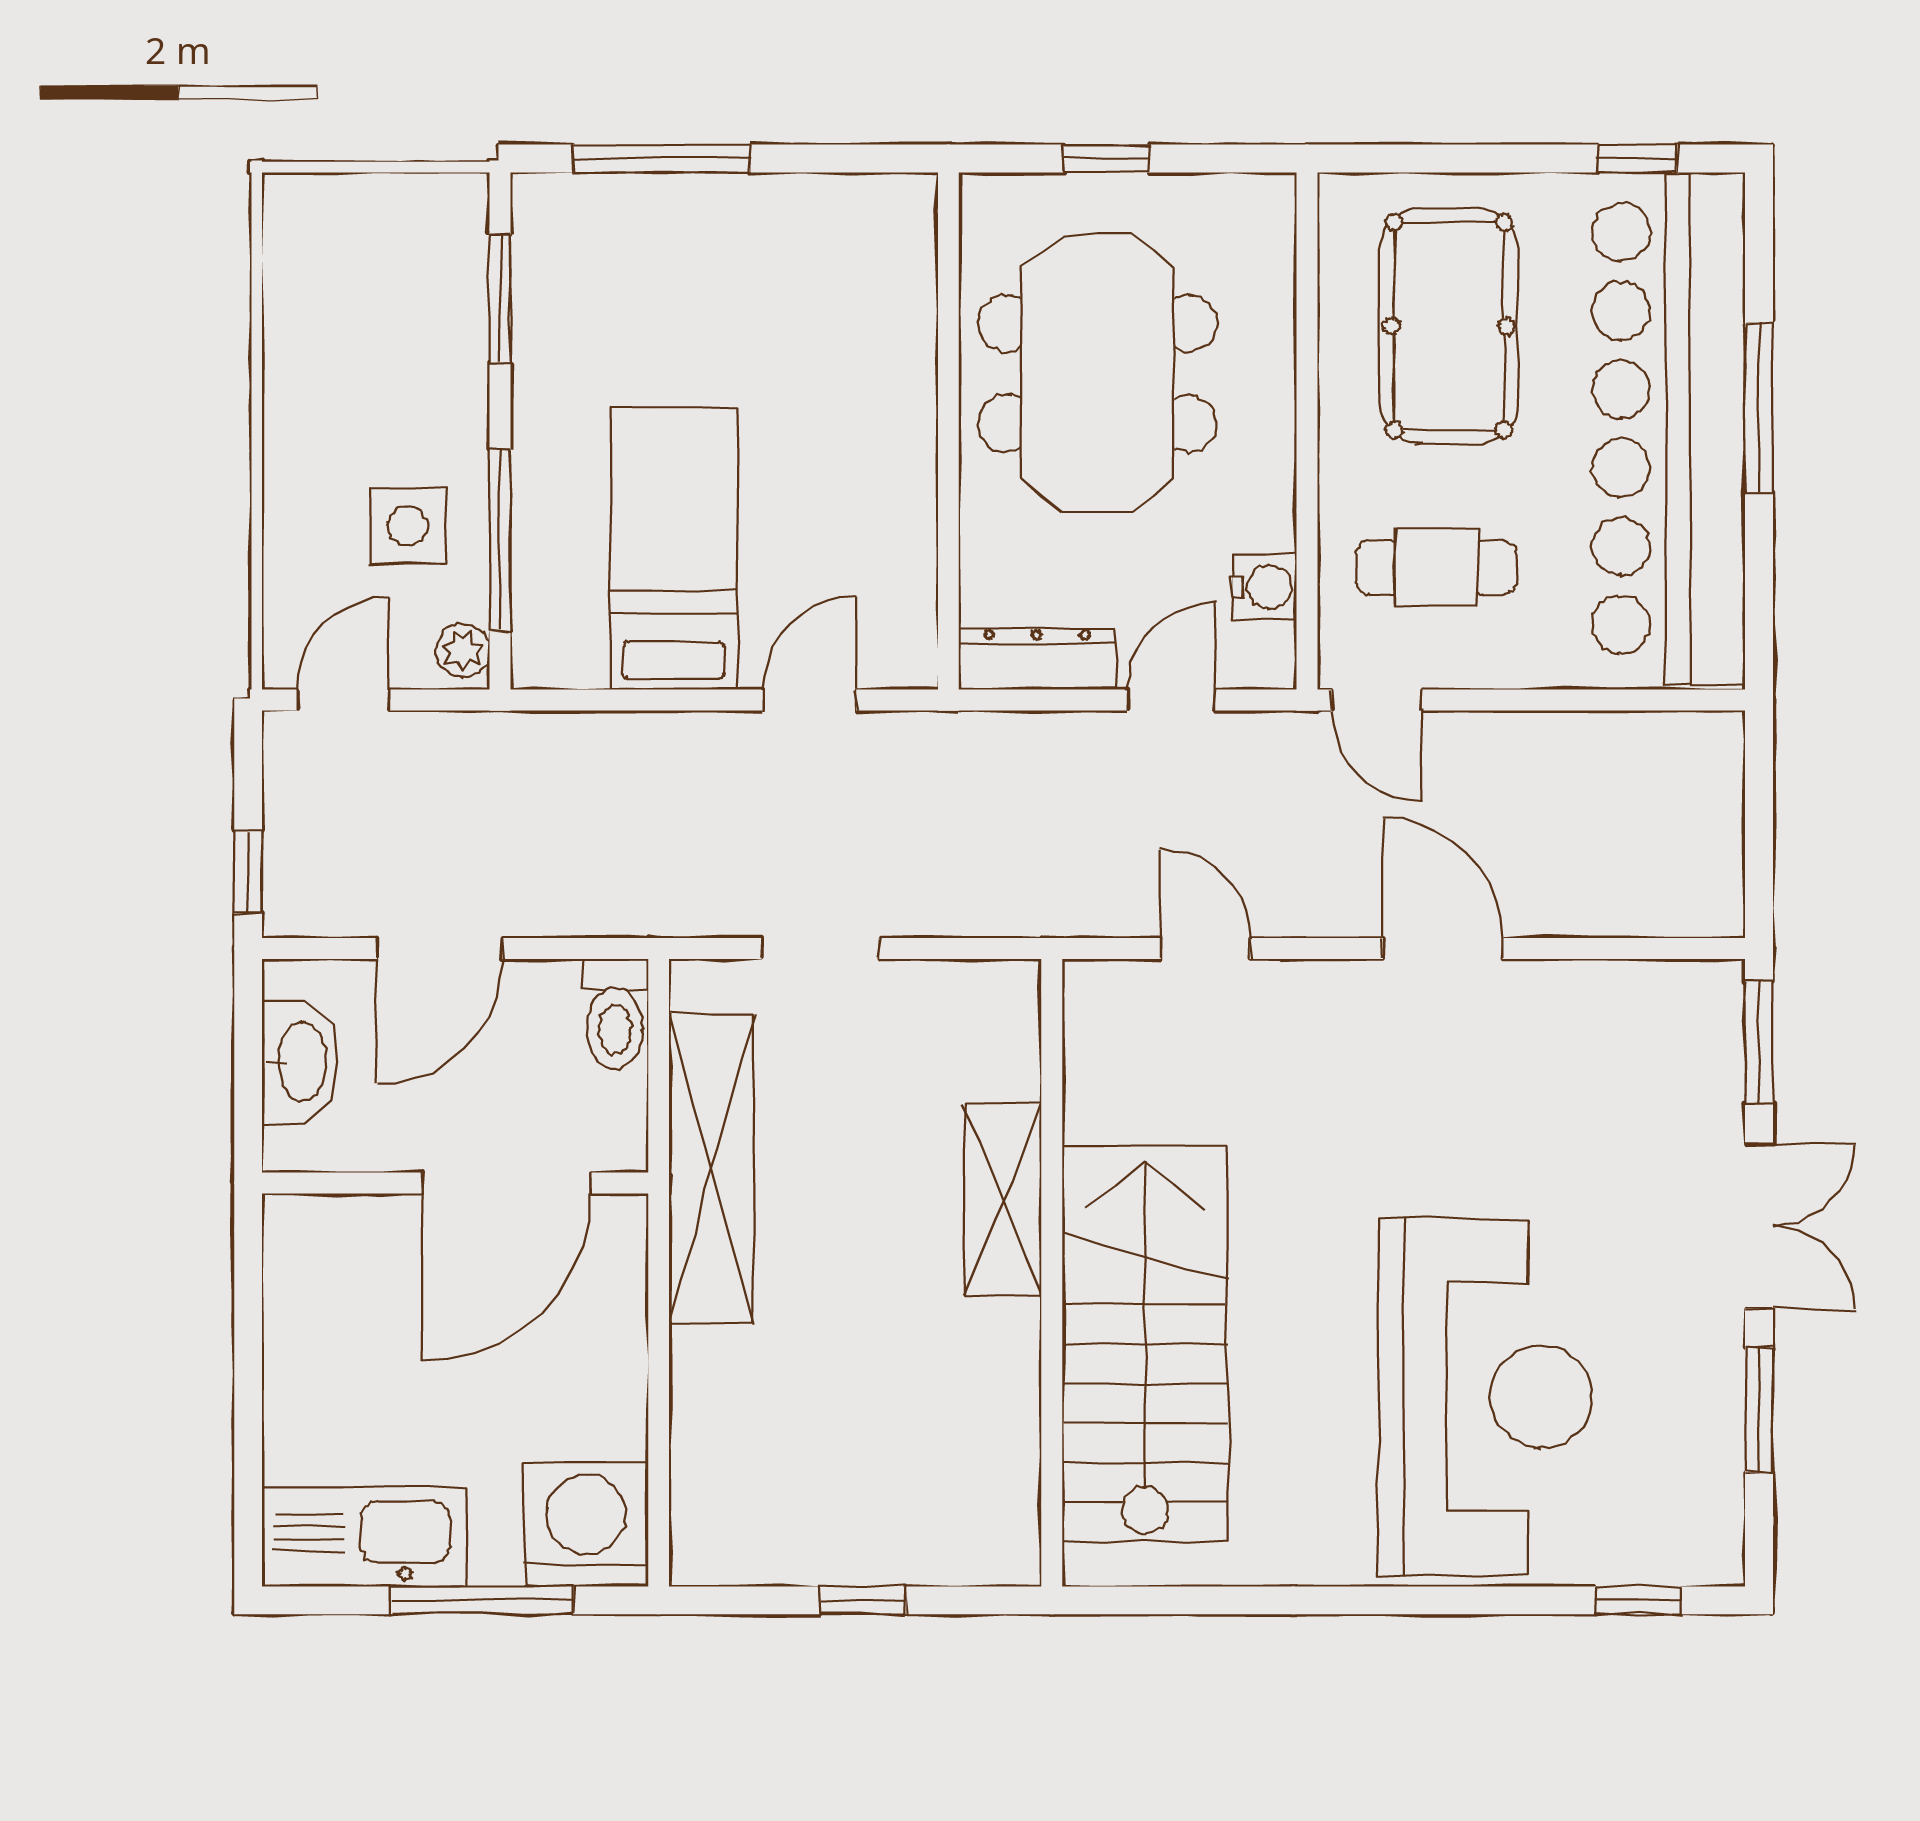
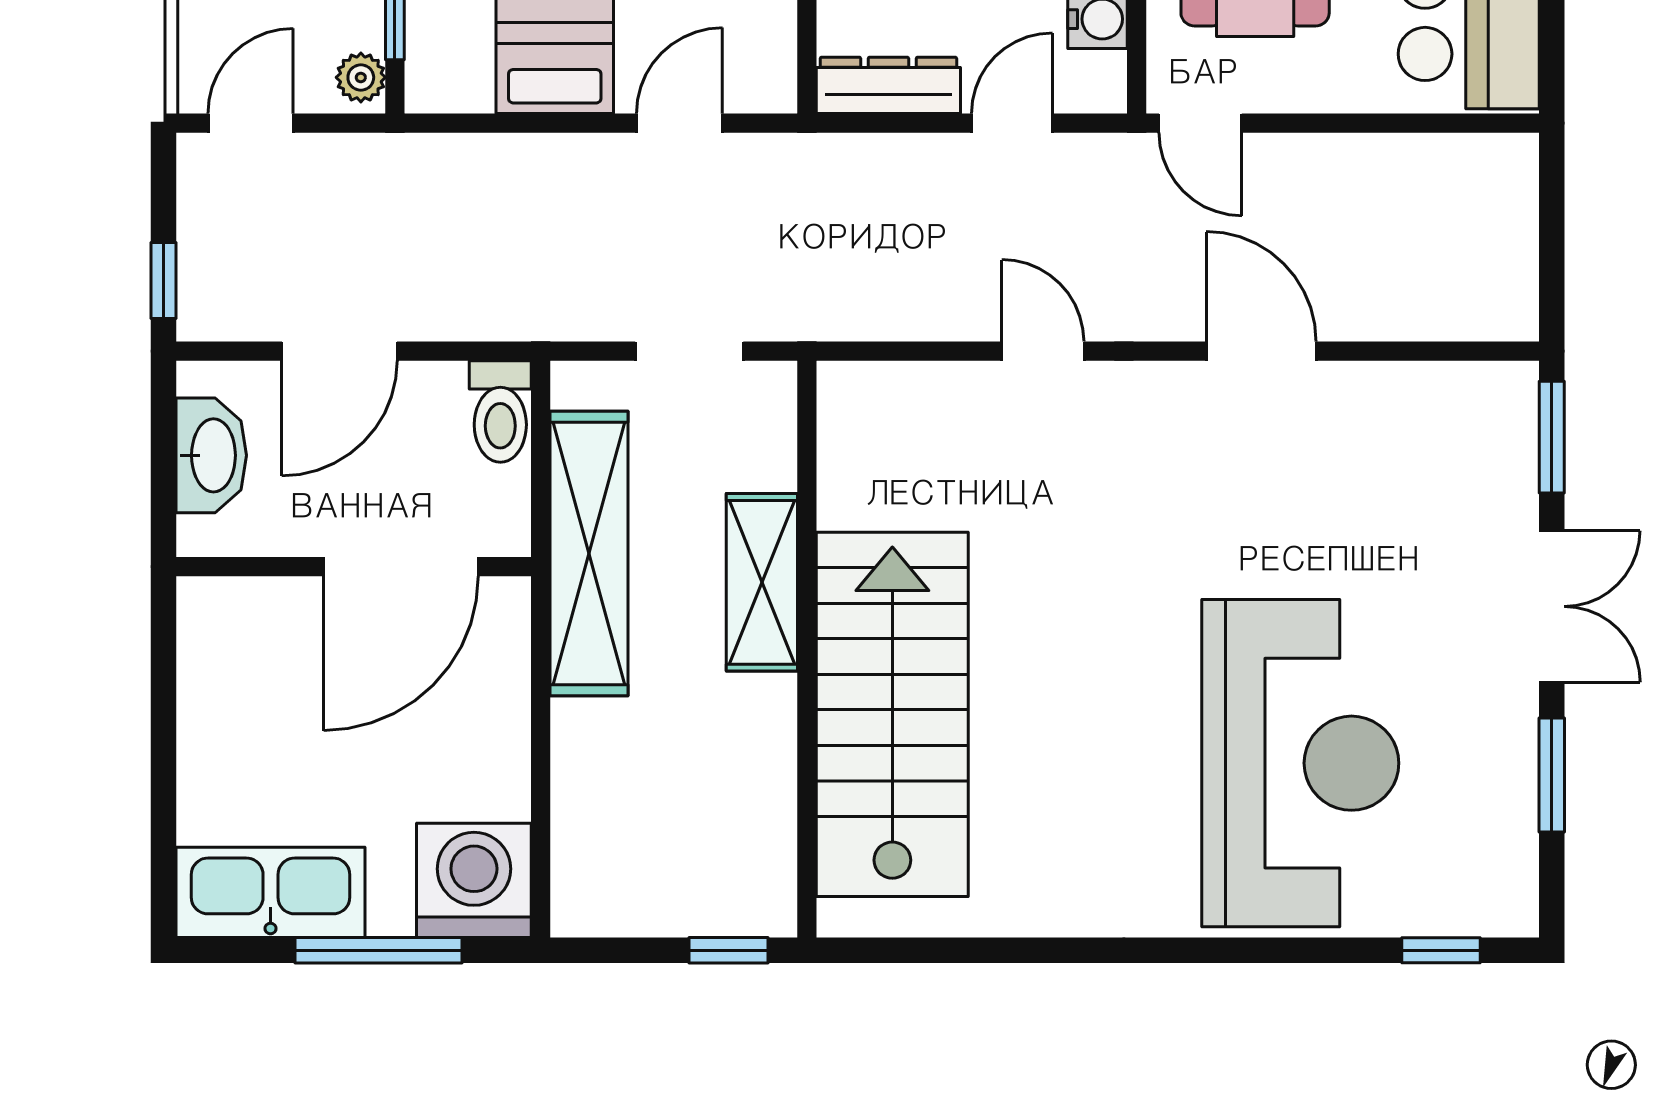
shelving: (1003, 1200) -> (762, 582), moved
wall: (1052, 1273) -> (807, 649), moved
stairs: (1145, 1344) -> (892, 714), moved

